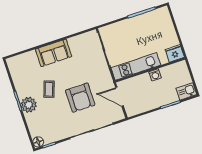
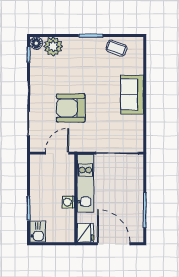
door: (176, 28) -> (114, 244), added
coffee table: (49, 89) -> (116, 48), moved
plant: (29, 105) -> (53, 46), moved

